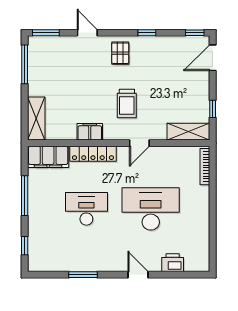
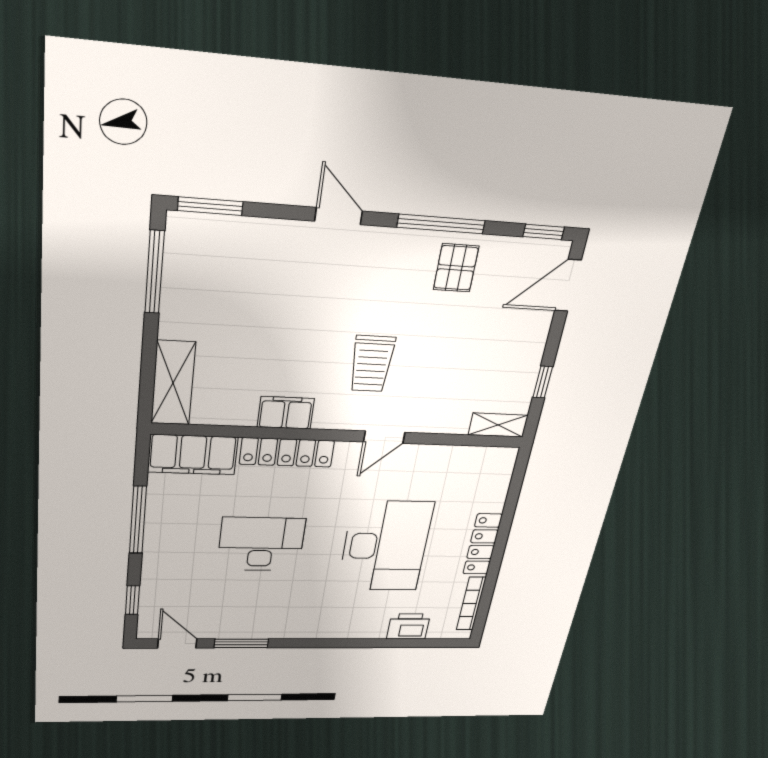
door: (87, 33) -> (339, 216), moved
window: (147, 33) -> (441, 224), width x2.17
pallet: (120, 53) -> (456, 268), moved
shelving: (188, 132) -> (498, 425), width x0.67, depth x0.75
bookcase: (205, 167) -> (471, 604), moved
locker: (203, 207) -> (482, 544), added
desk: (151, 209) -> (385, 546), turned 90
door: (138, 275) -> (177, 643), moved

